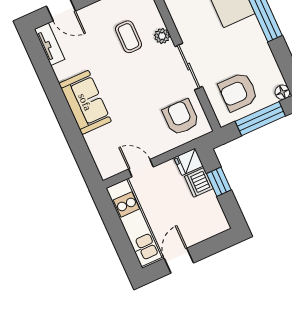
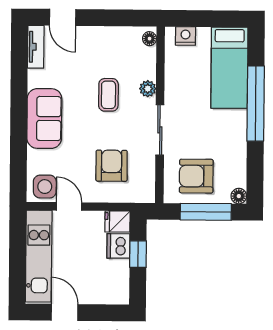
coffee table: (128, 37) -> (108, 95), moved
armchair: (181, 117) -> (112, 166), moved
side table: (112, 161) -> (45, 187), added
door: (179, 261) -> (65, 312), hinge flipped

